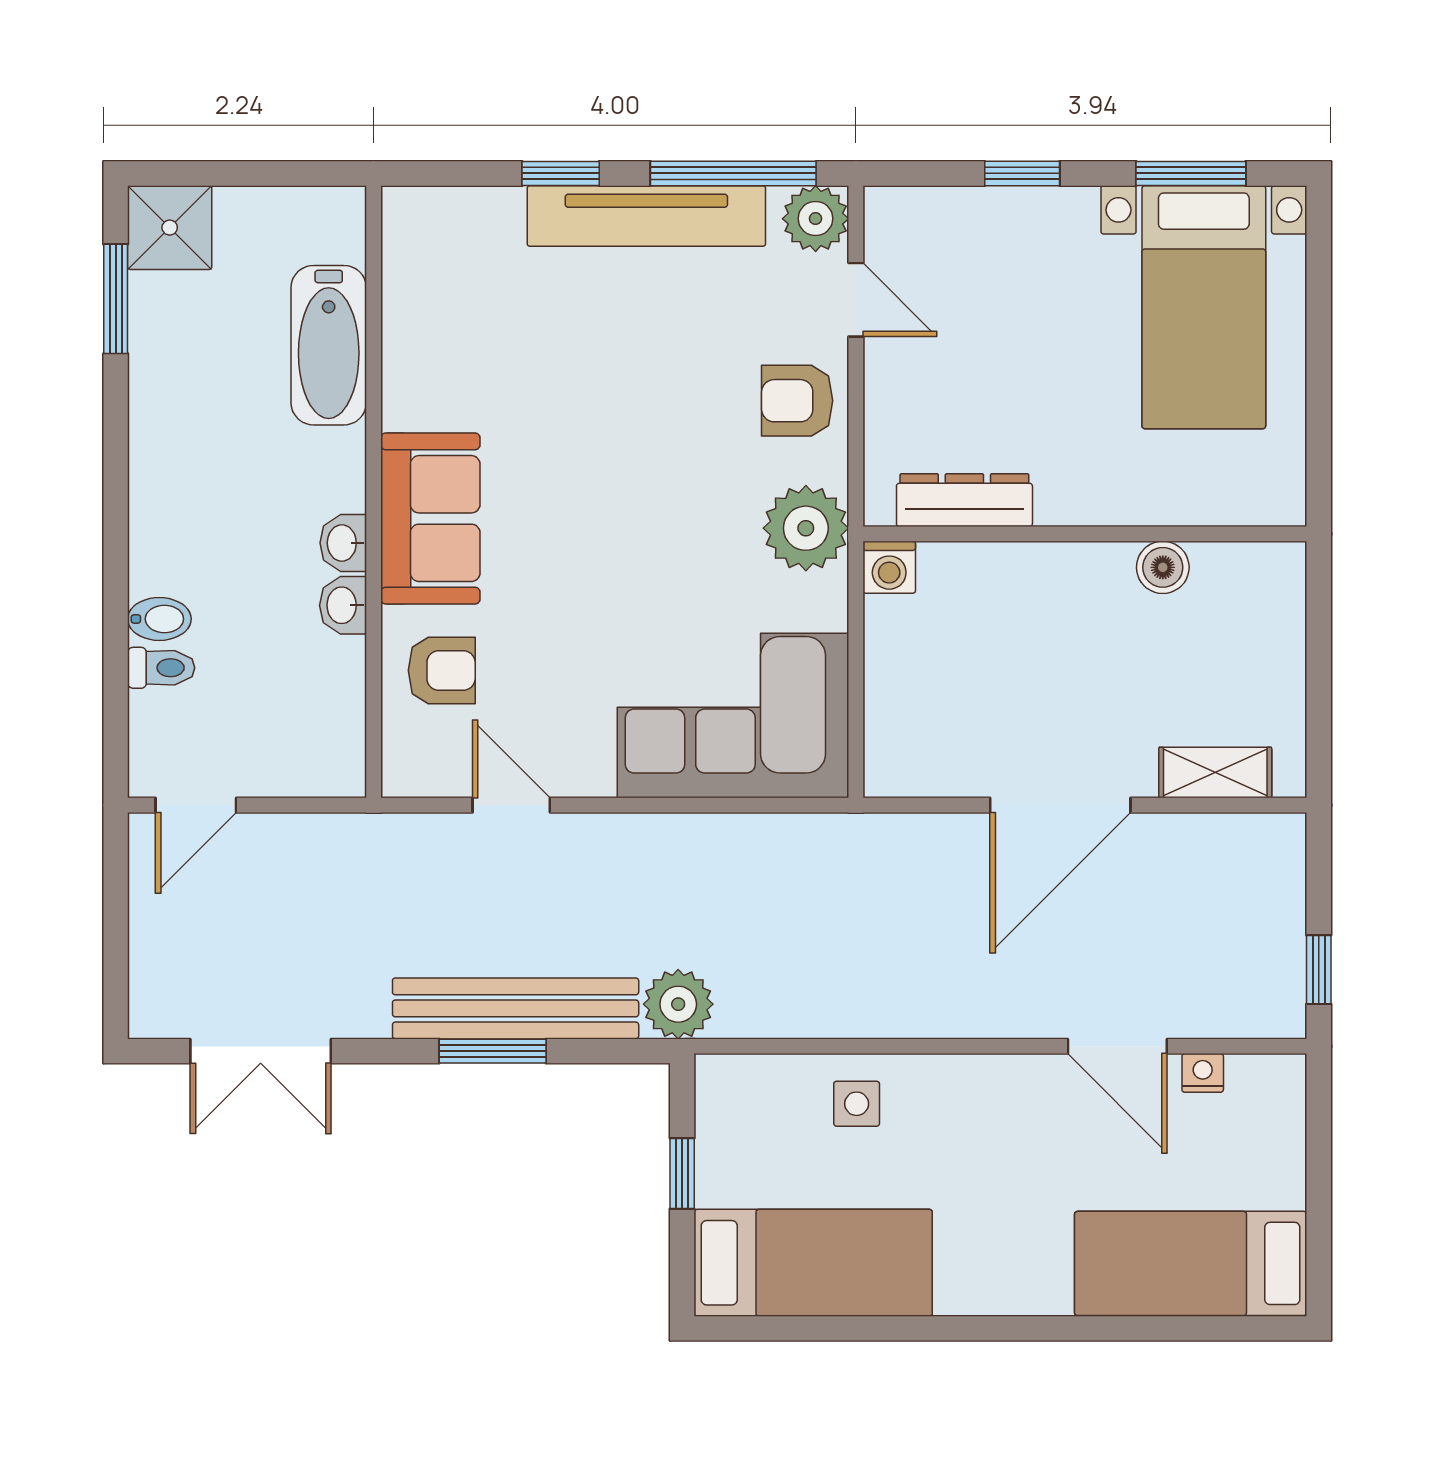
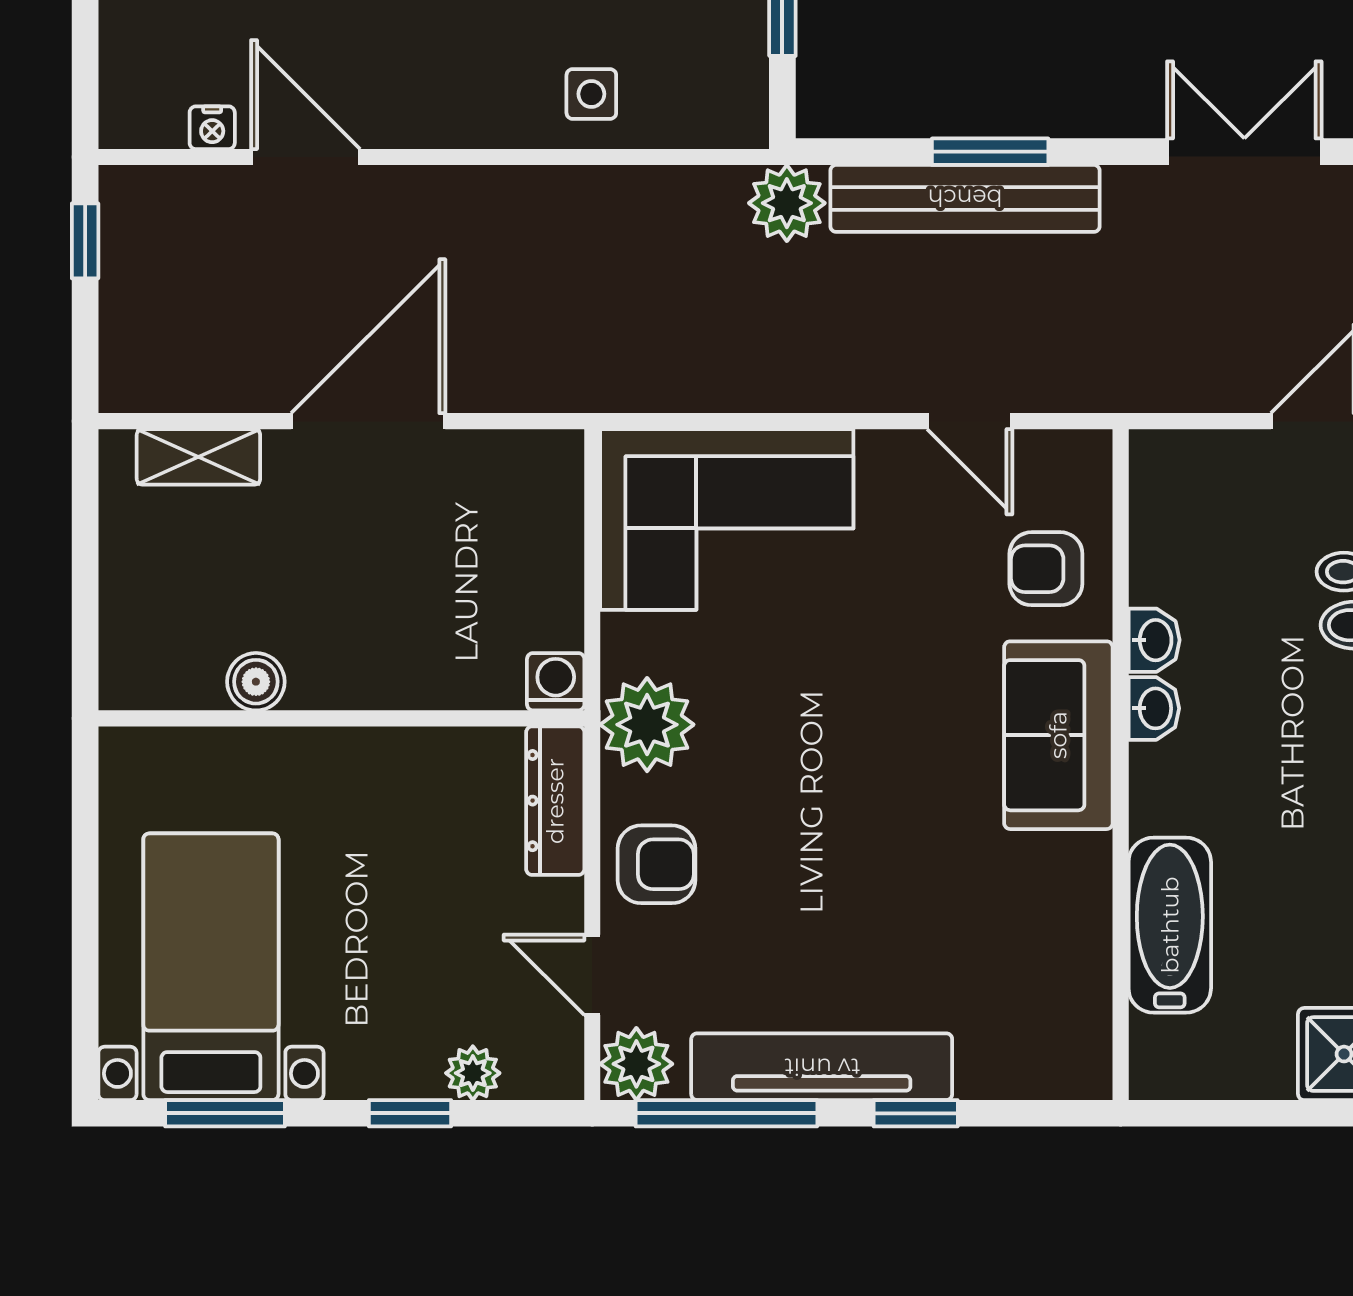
plant: (965, 210) -> (473, 1073), added
dresser: (964, 500) -> (555, 801), moved, turned 90

